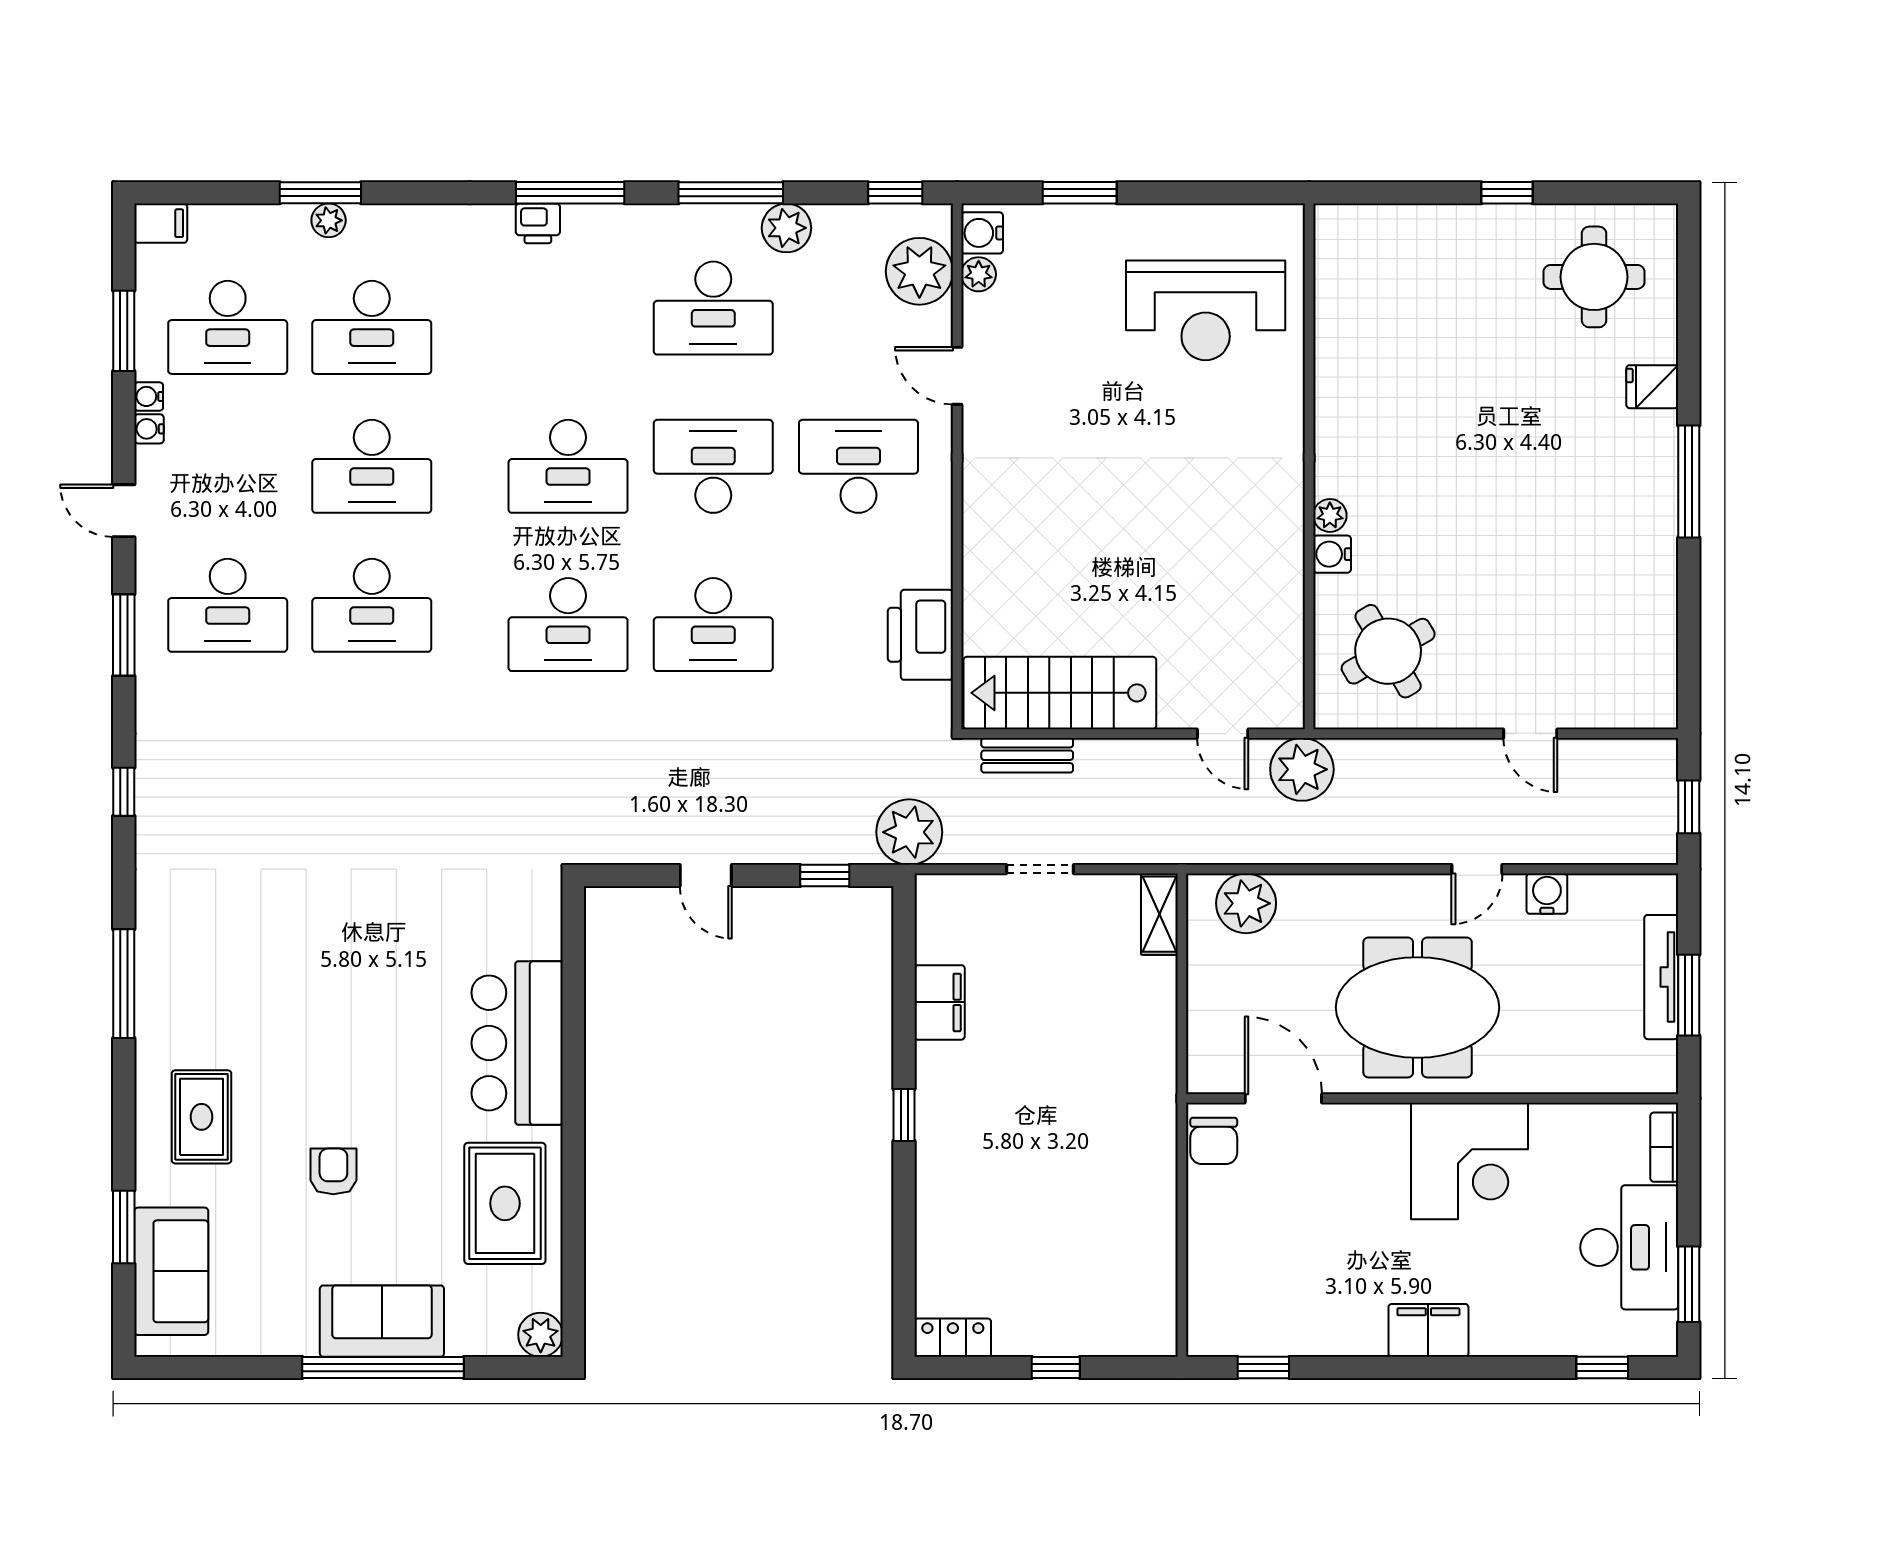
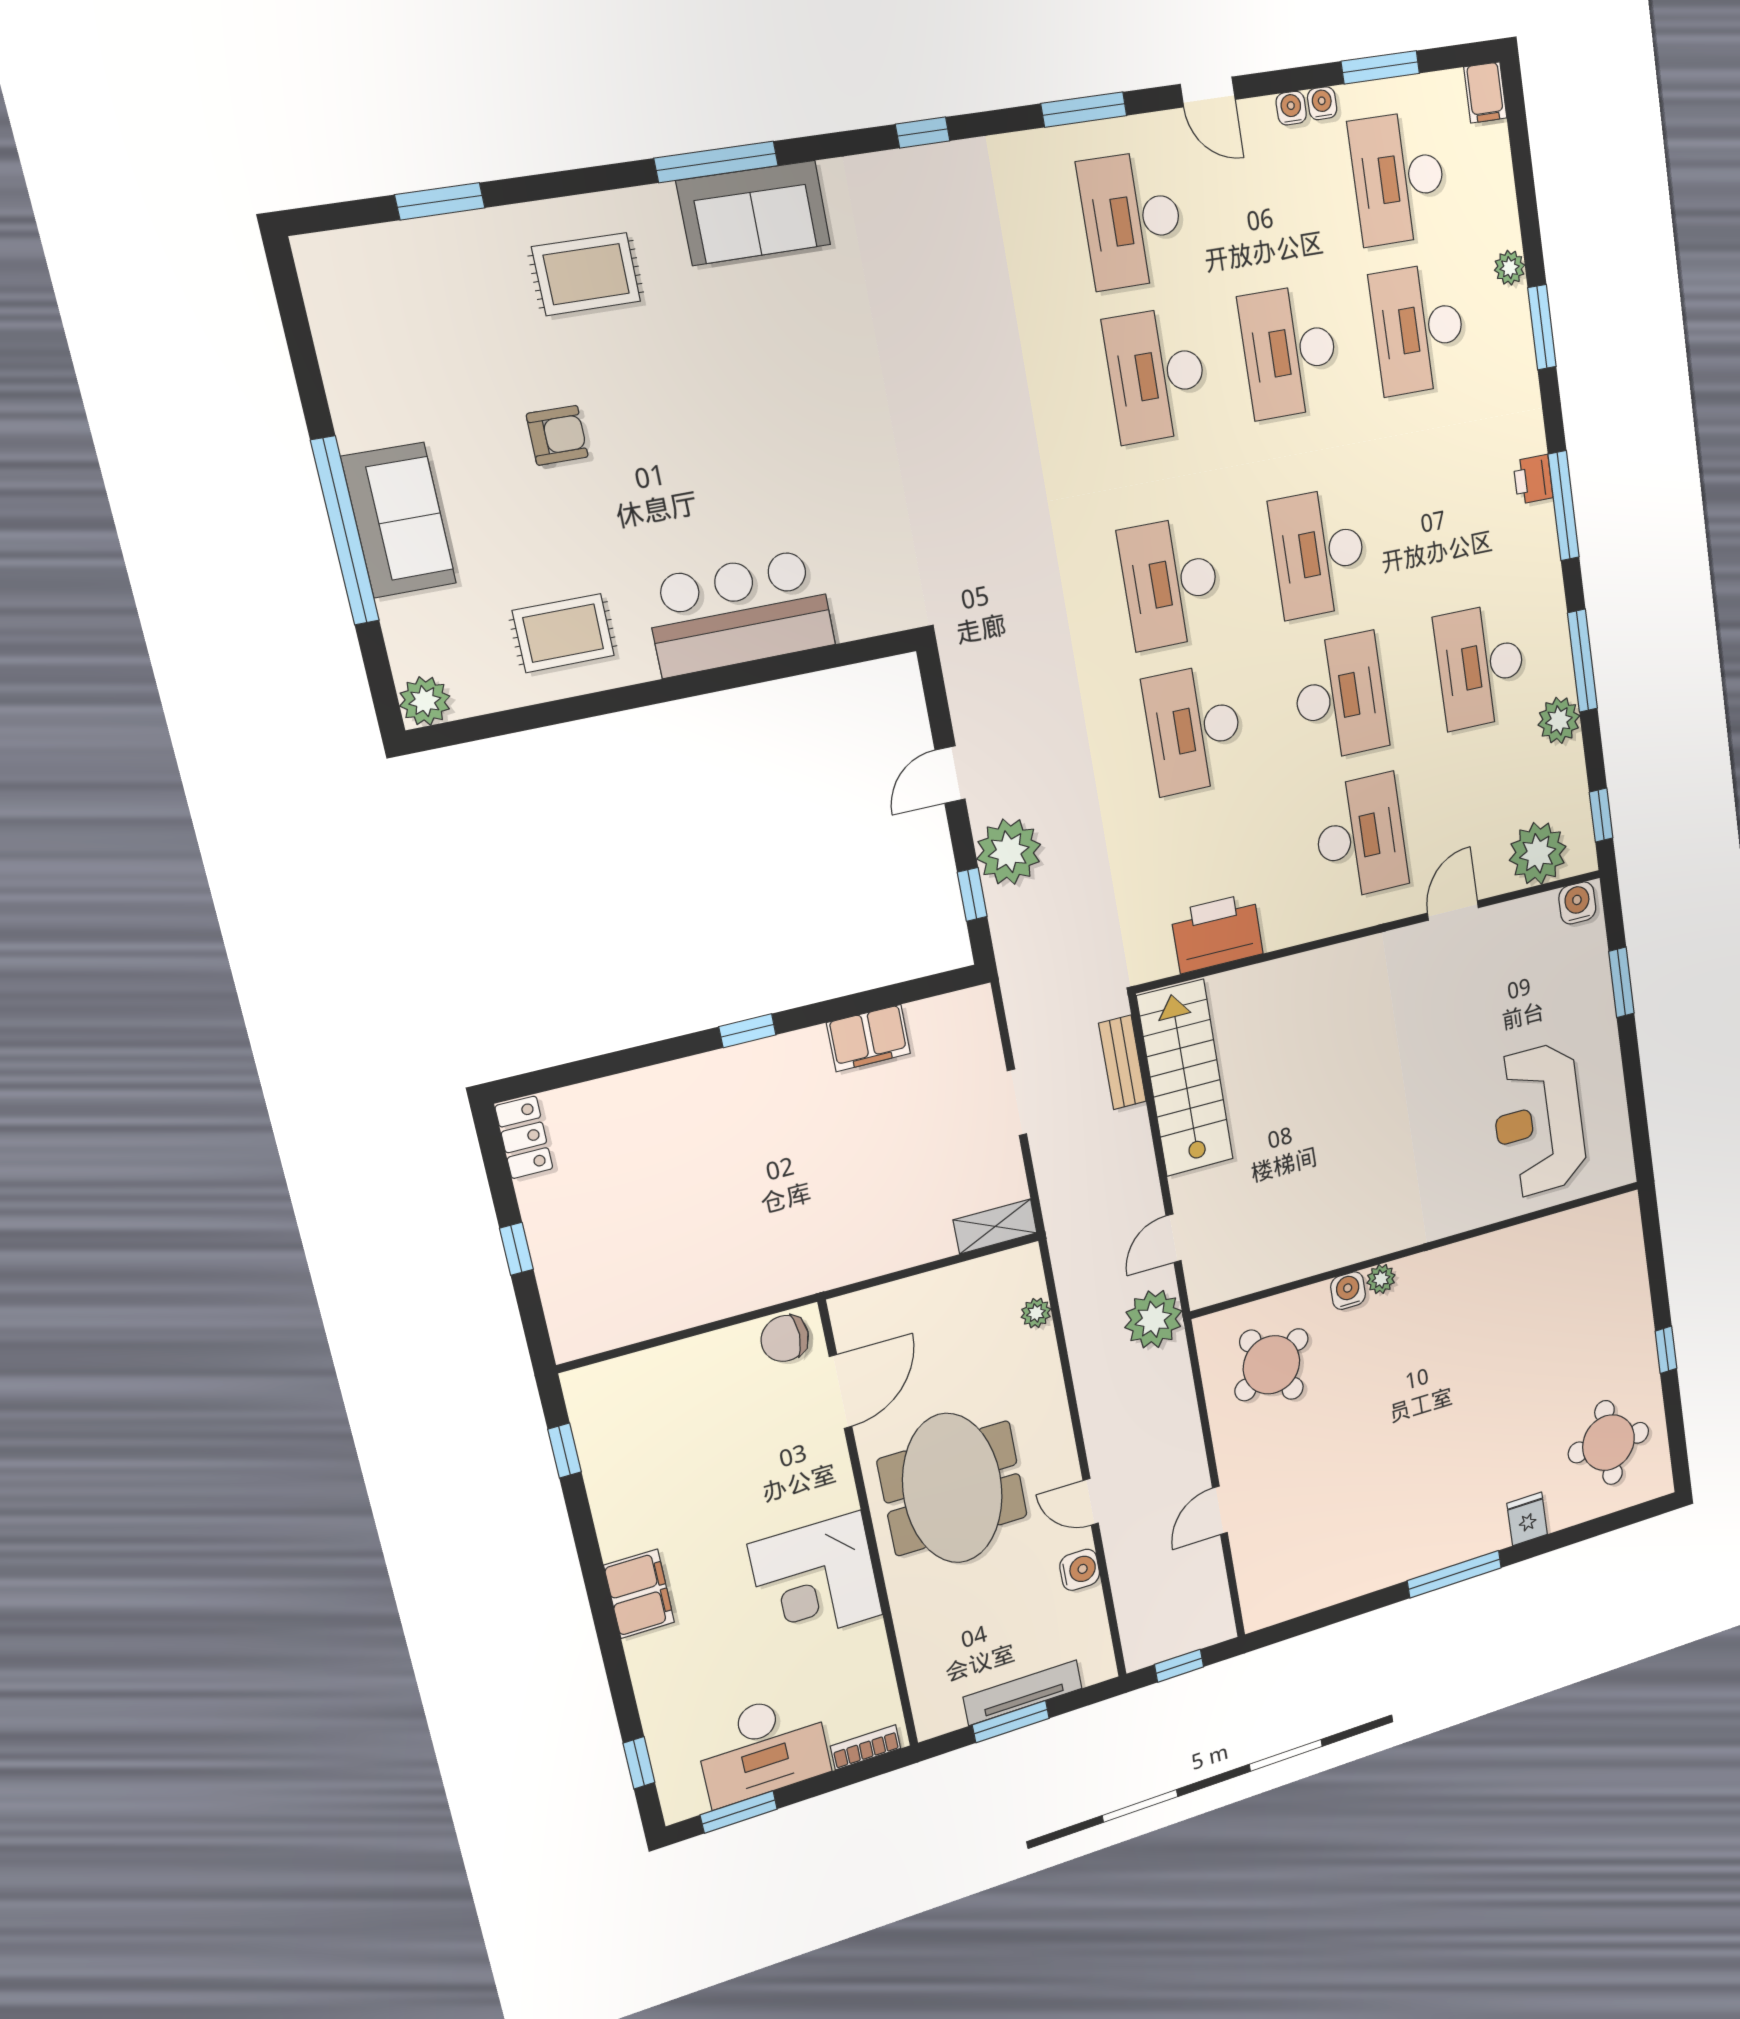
window: (320, 193) -> (1542, 327), moved
plant: (979, 274) -> (1542, 908), removed
door: (124, 511) -> (1208, 92), swing flipped
plant: (909, 832) -> (1009, 852), moved
plant: (1246, 903) -> (1036, 1313), width x0.53, depth x0.53
rug: (505, 1203) -> (563, 633), width x0.73, depth x0.70
sofa: (171, 1271) -> (754, 213), moved

